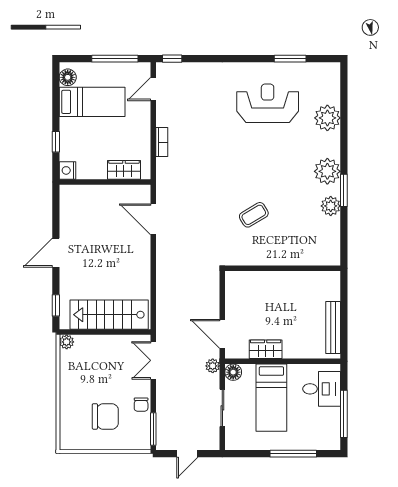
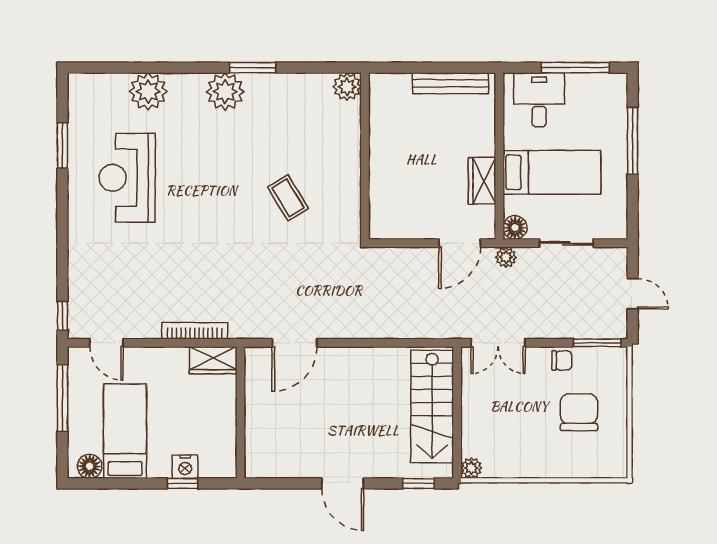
bookcase: (162, 142) -> (195, 331), width x1.56
nightstand: (67, 170) -> (185, 467), moved
wardrobe: (124, 170) -> (213, 360), moved, turned -90
plant: (331, 206) -> (347, 87), moved

